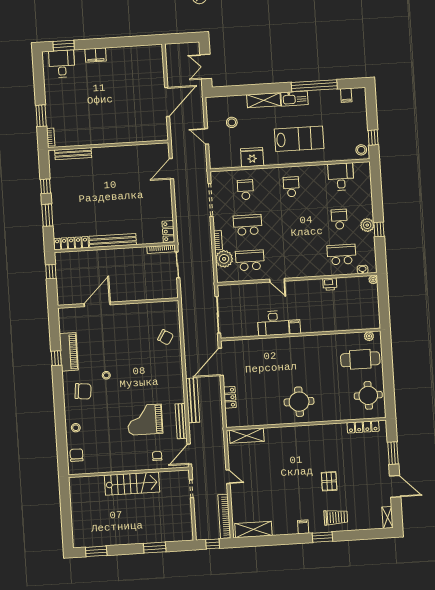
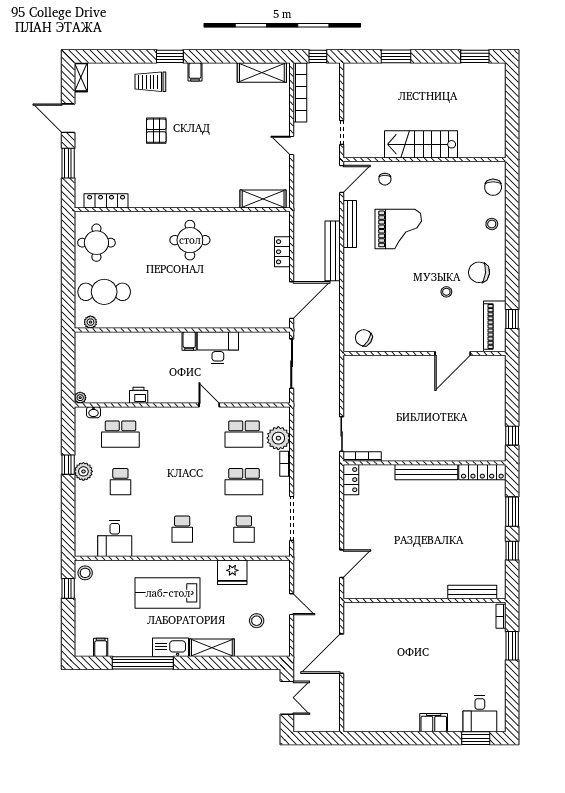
wall: (118, 303) -> (425, 353), moved
door: (97, 304) -> (453, 353), moved

